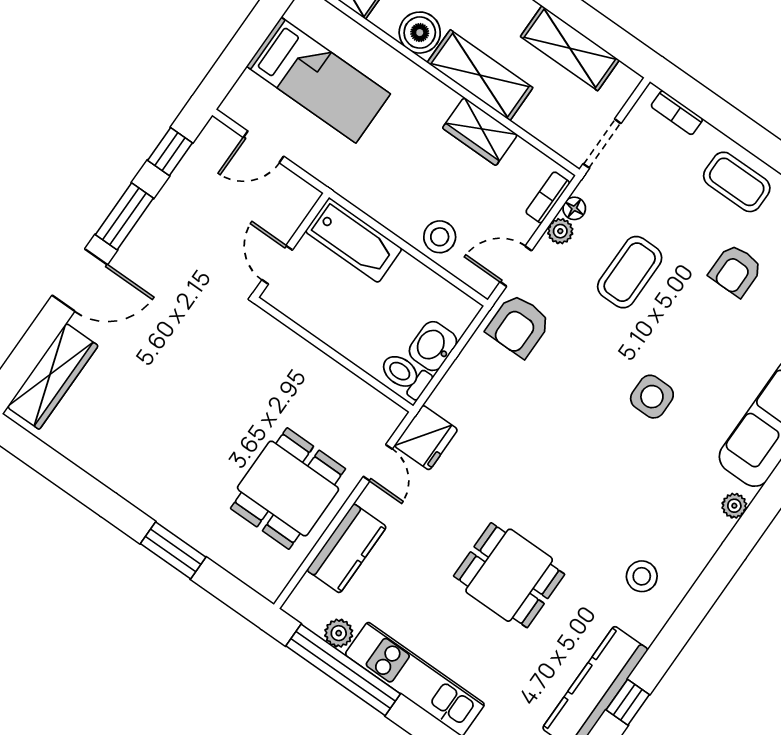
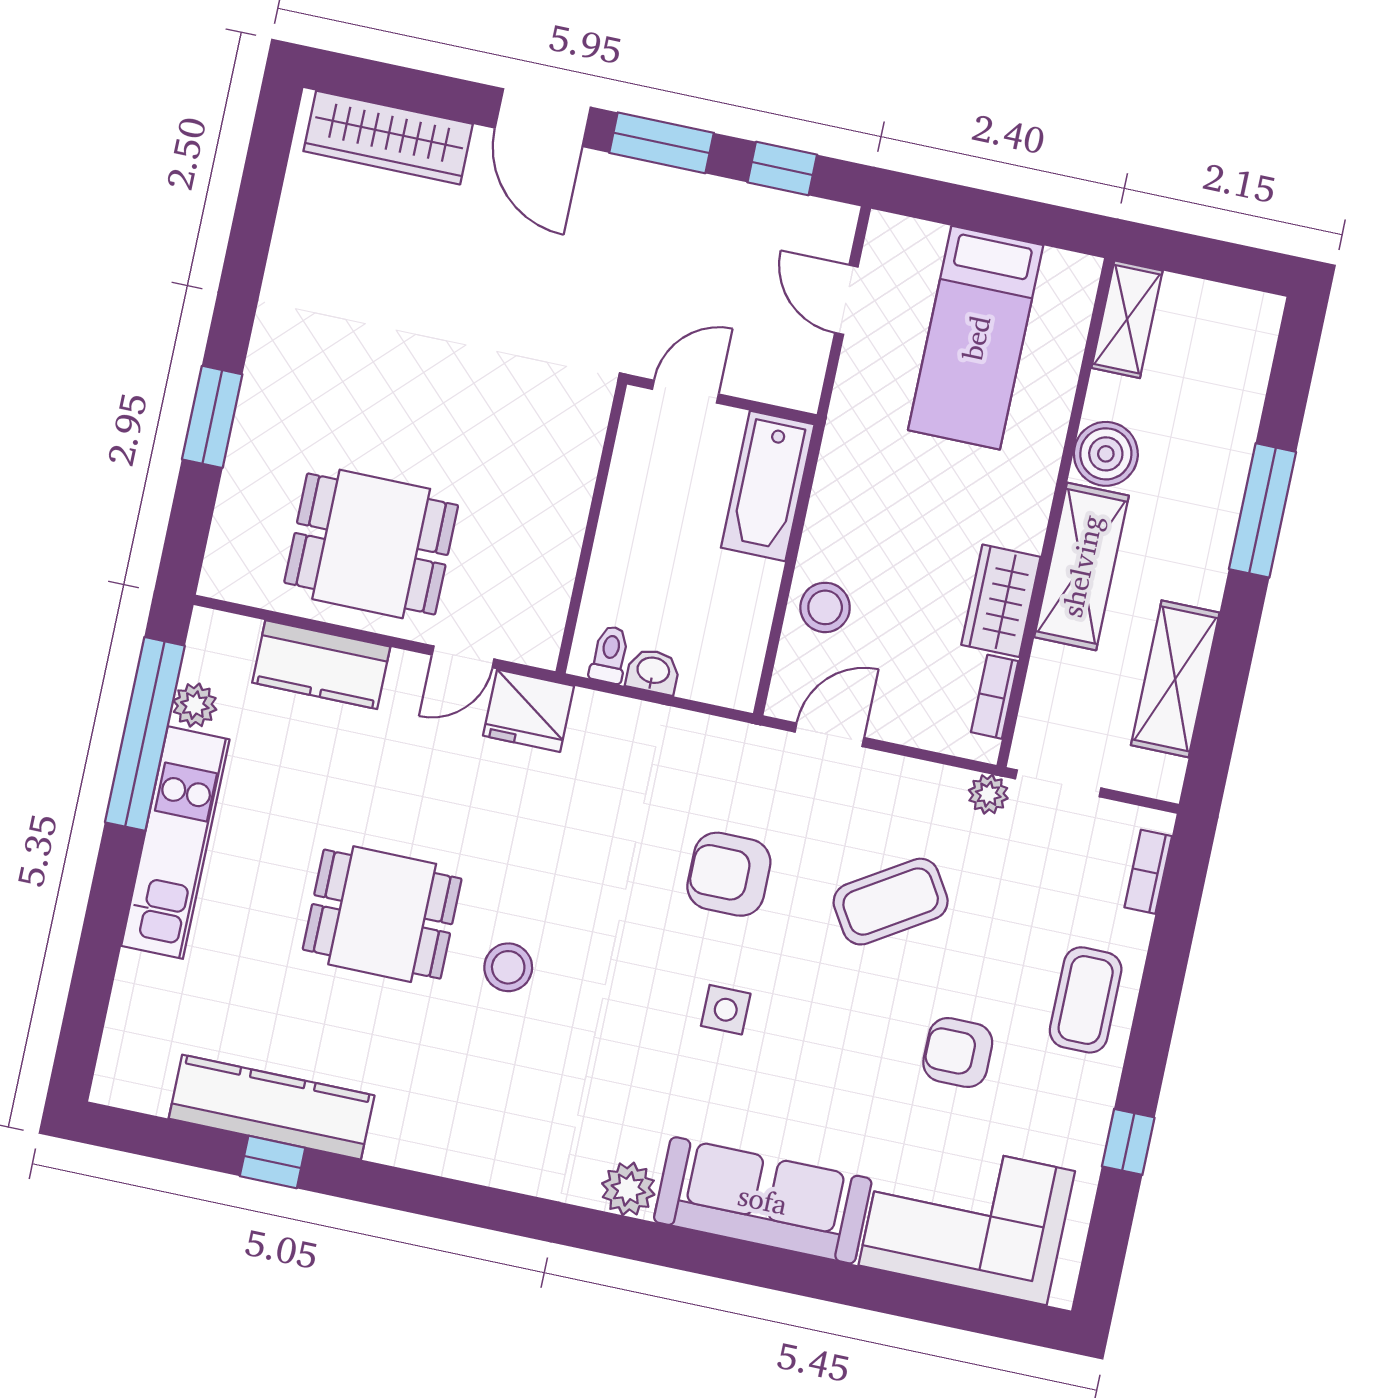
bookcase: (548, 197) -> (995, 697), moved, turned -90
floor lamp: (574, 208) -> (948, 783), removed
plant: (560, 231) -> (988, 794), moved
door: (516, 266) -> (829, 735), hinge flipped
coffee table: (630, 272) -> (891, 902), turned -32
armchair: (519, 326) -> (729, 874), moved
washbasin: (433, 346) -> (653, 671), width x0.72, depth x0.69
toilet: (405, 375) -> (610, 655), width x0.73, depth x0.72
side table: (652, 397) -> (726, 1010), width x0.73, depth x0.73
plant: (734, 506) -> (628, 1189), width x1.38, depth x1.38
dining table: (509, 575) -> (382, 914), turned 90
stool: (642, 576) -> (508, 967), moved

